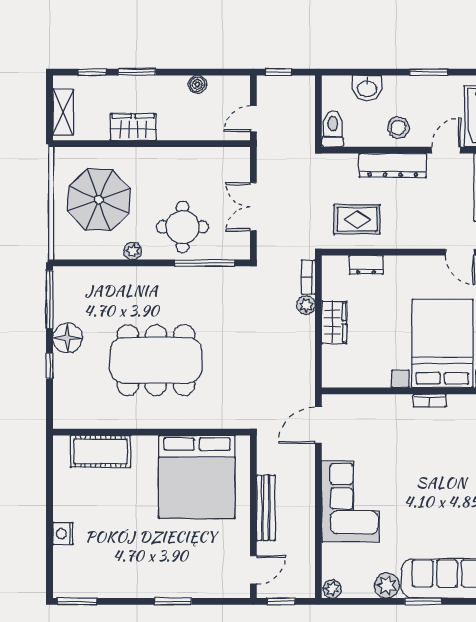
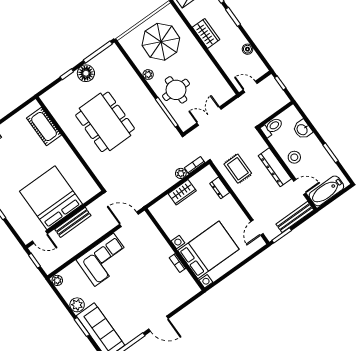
bed: (197, 477) -> (51, 198), moved, turned 90

